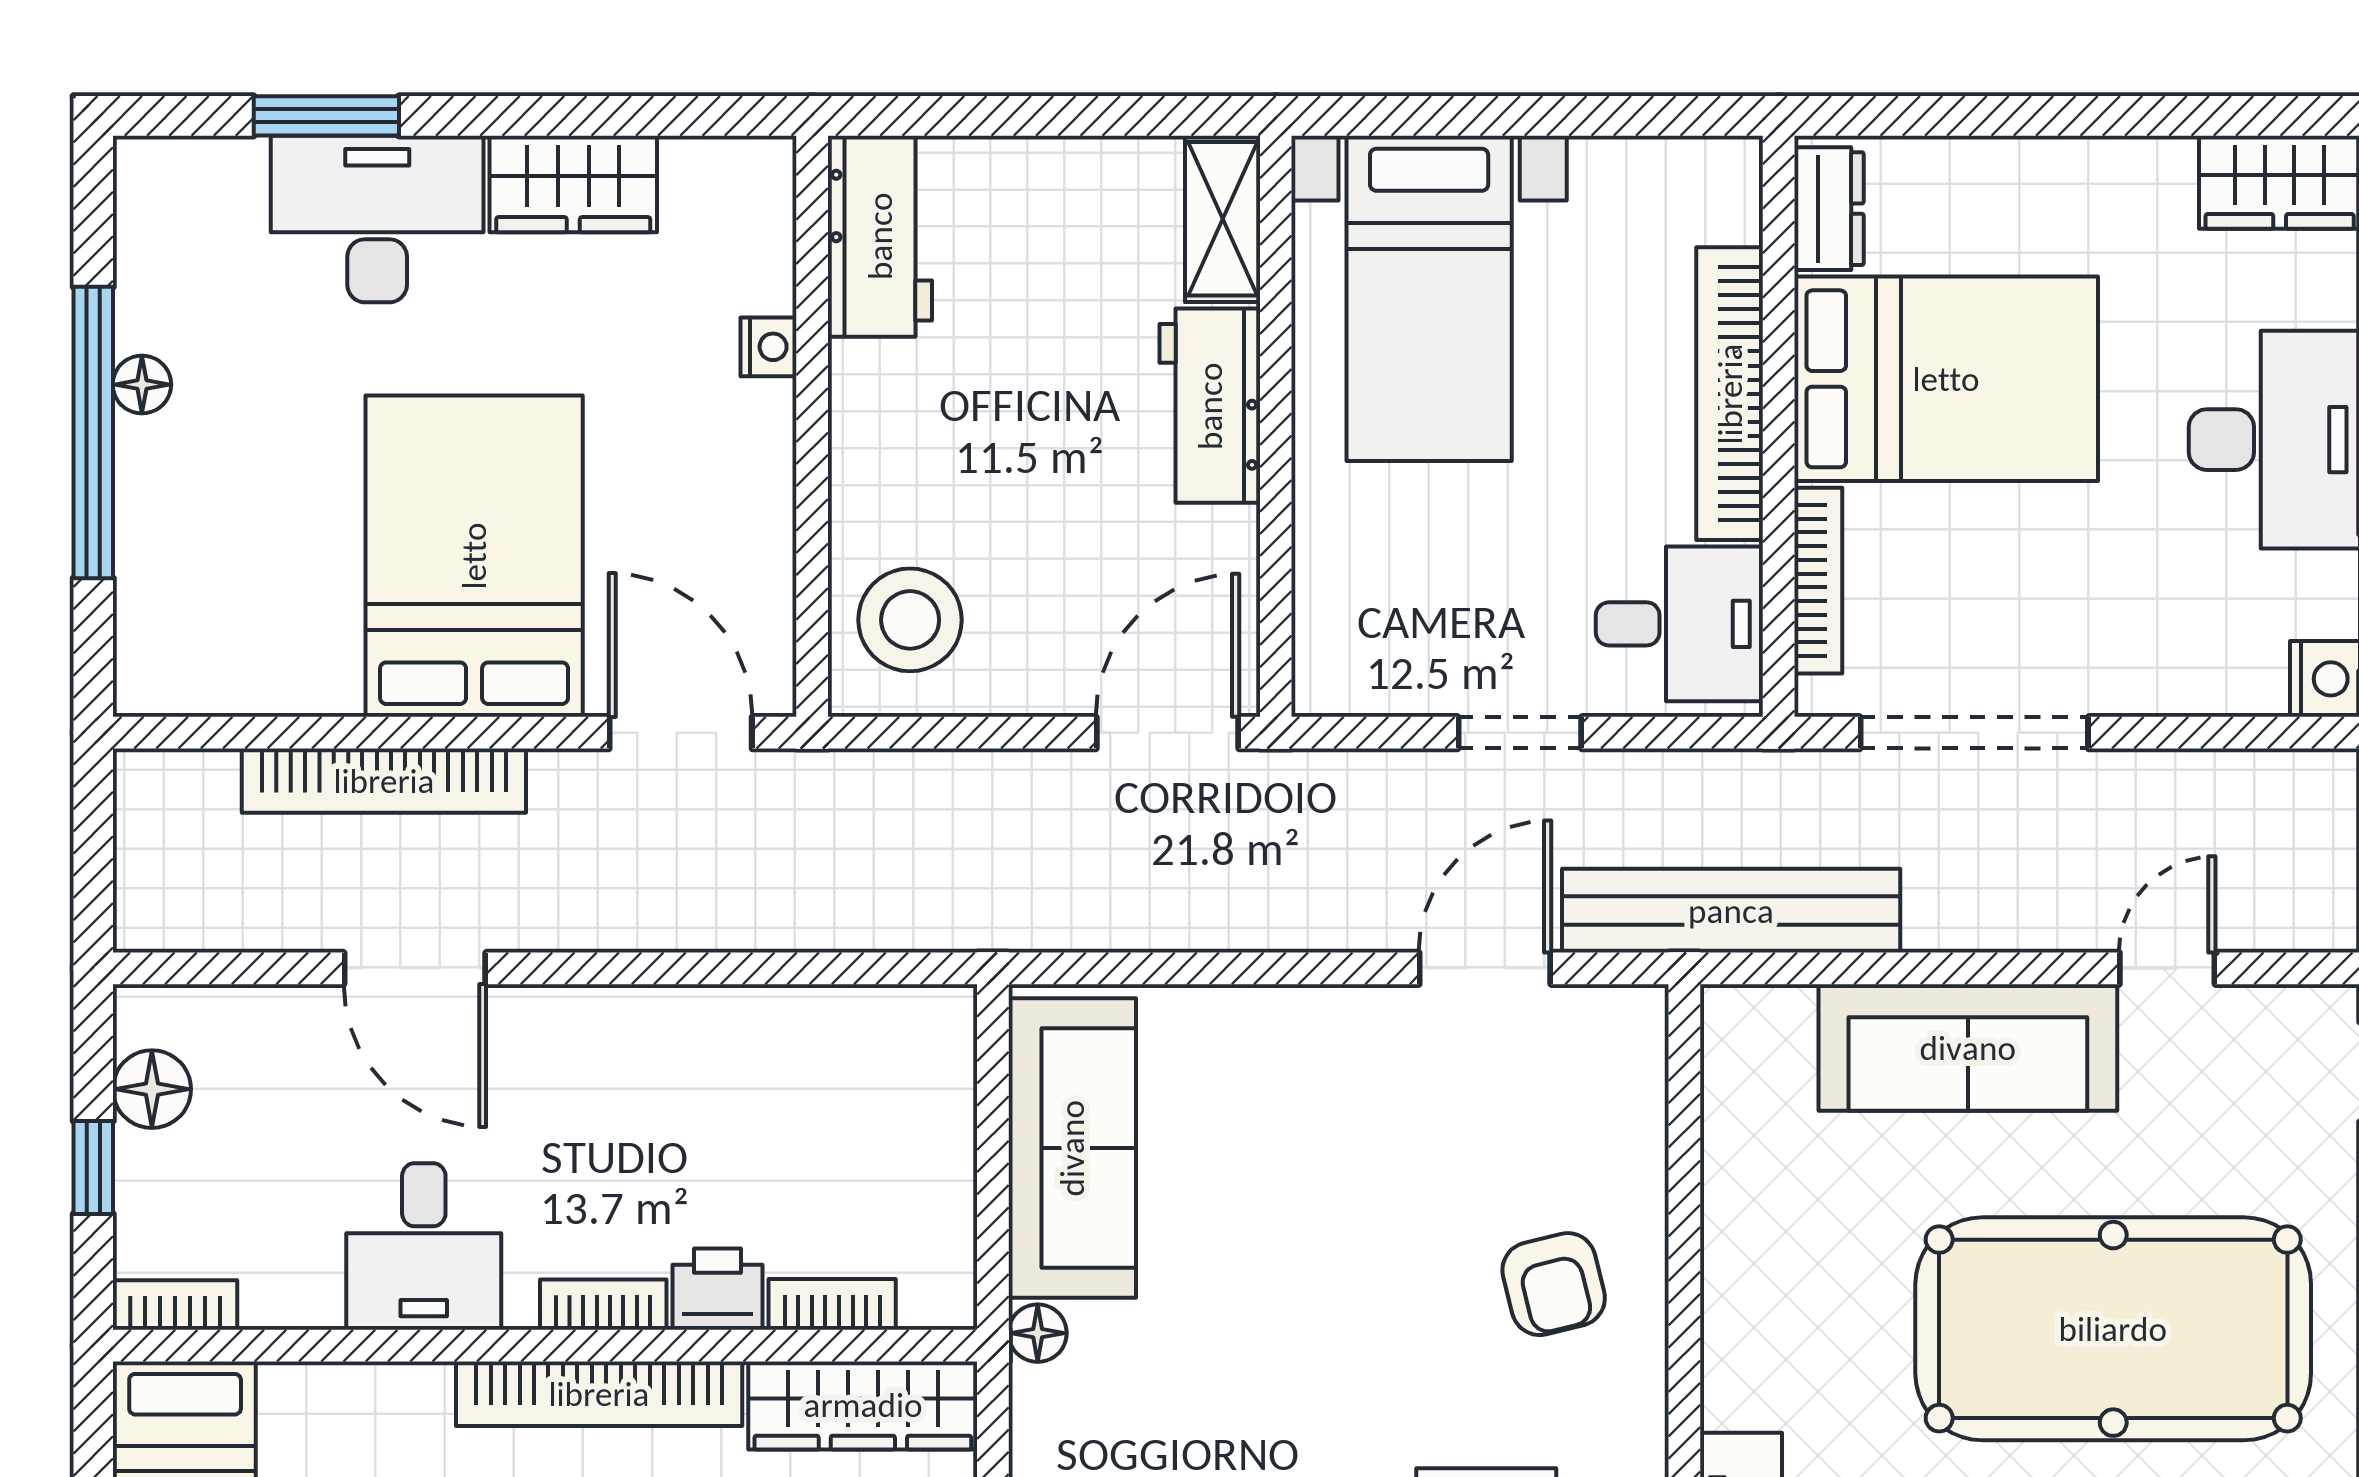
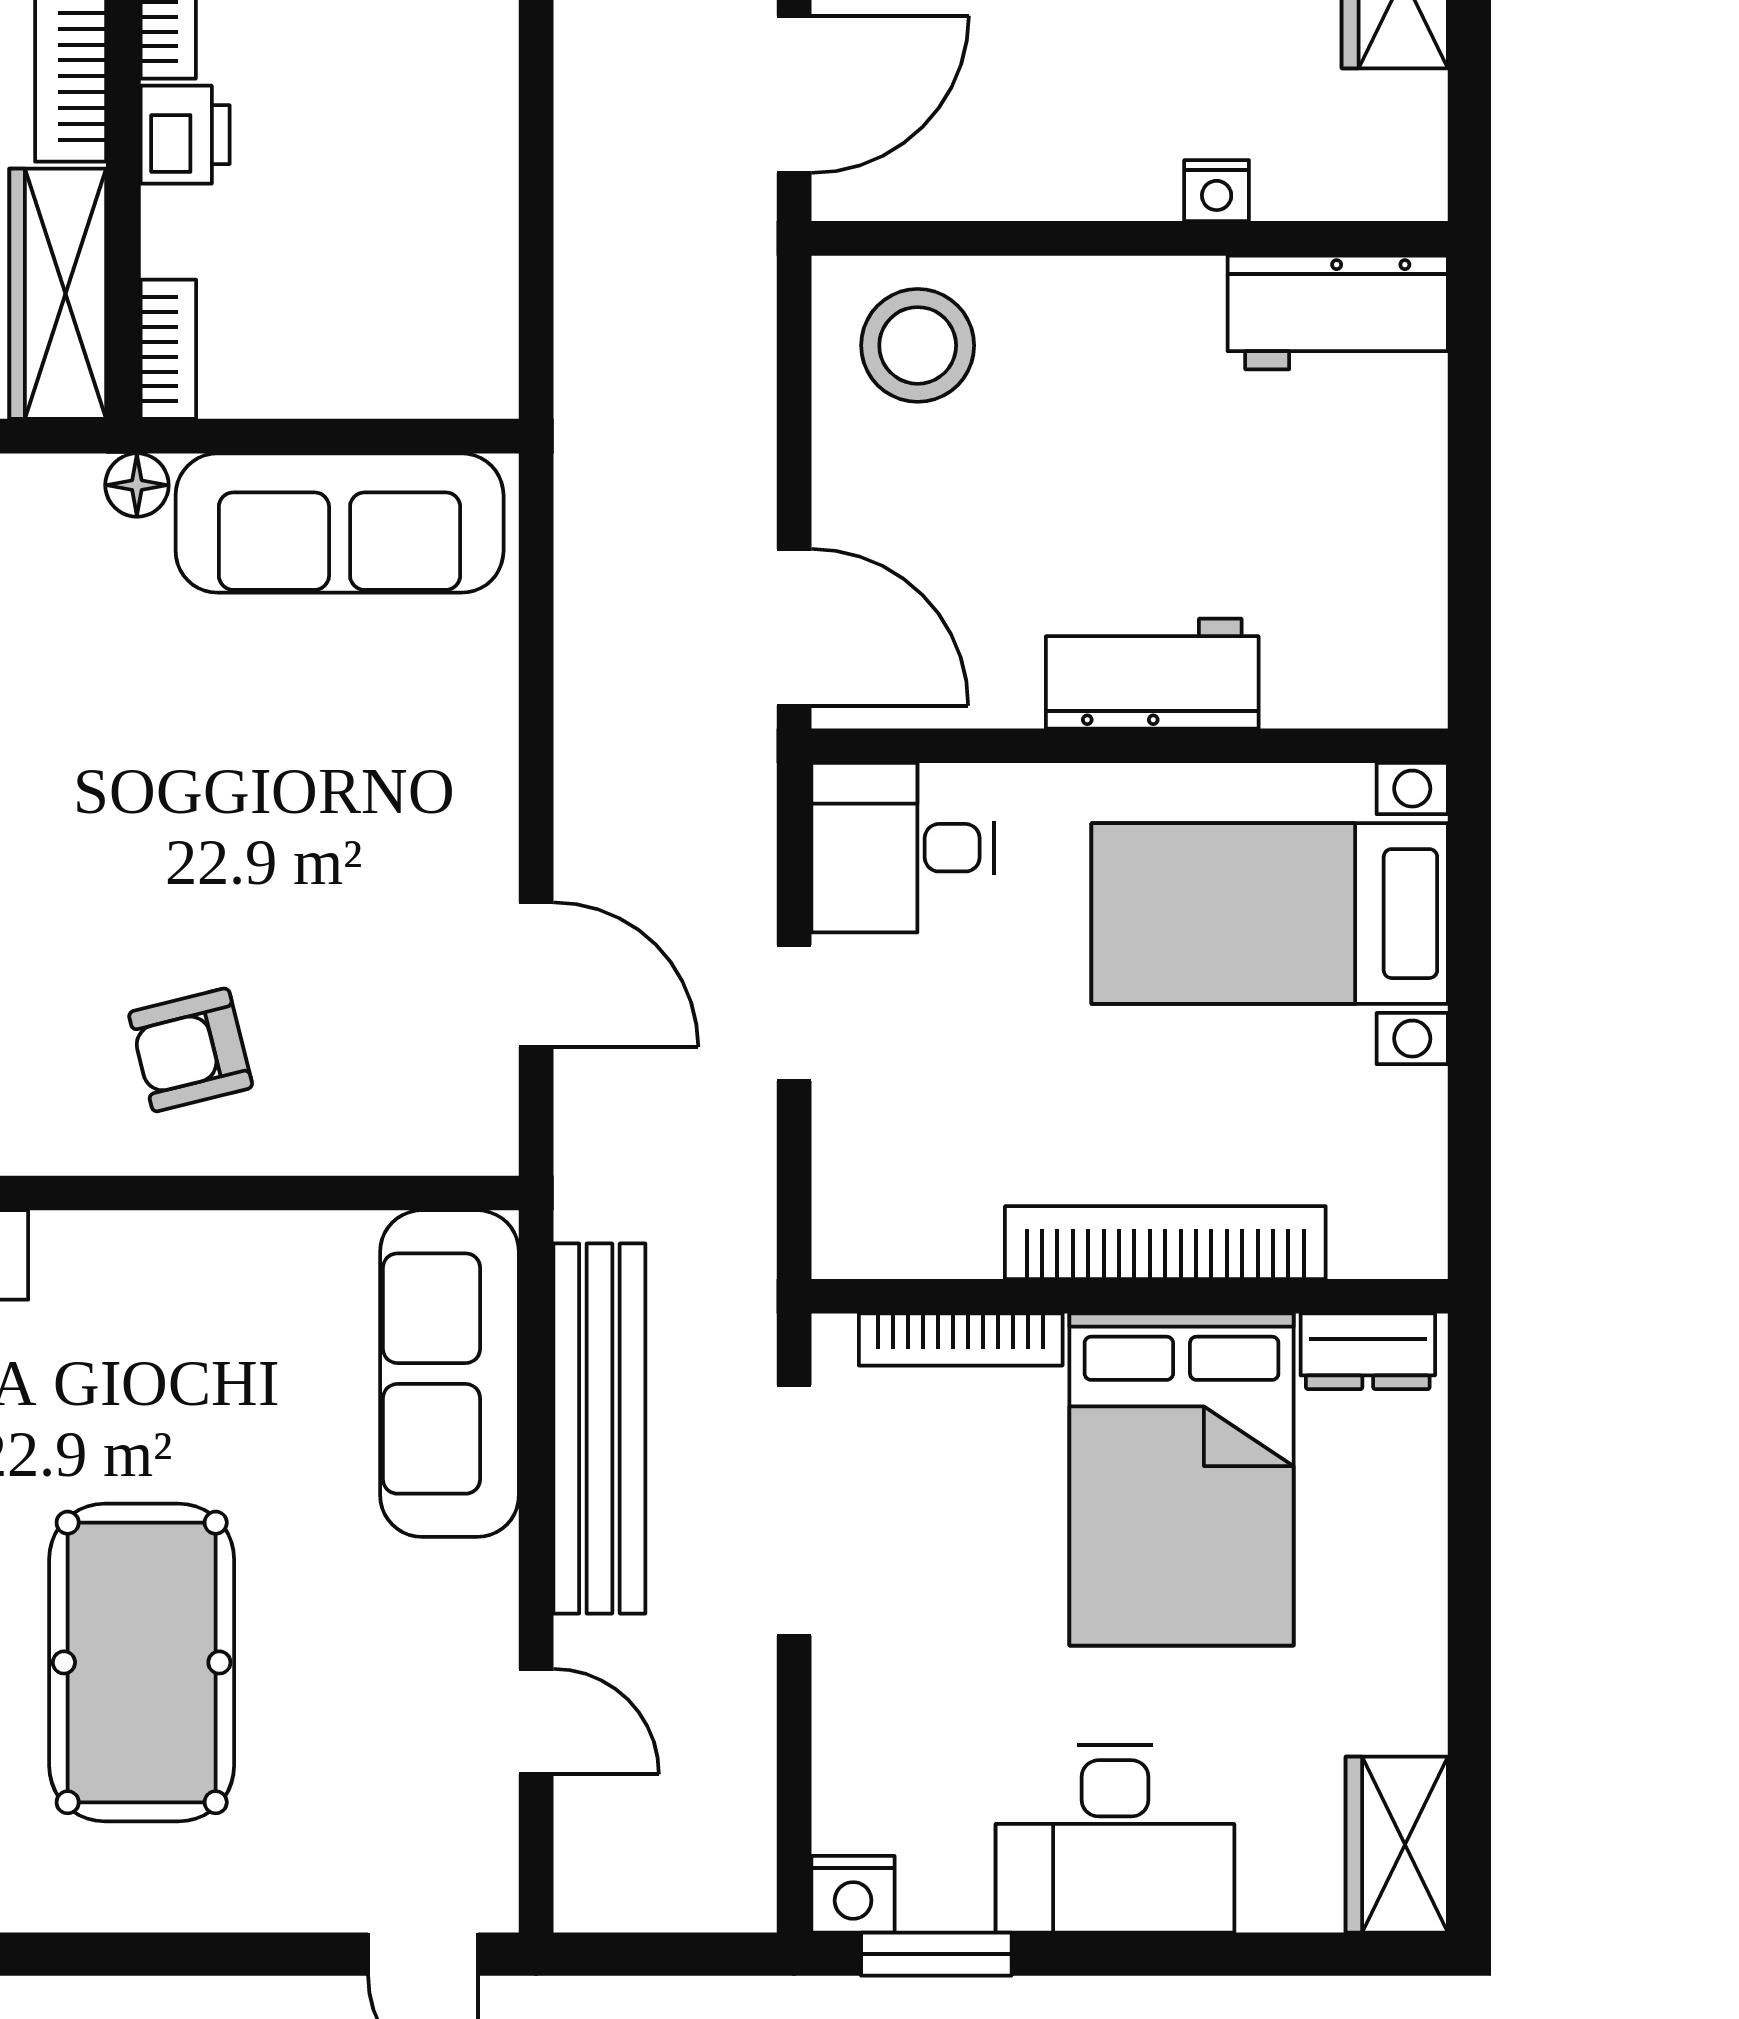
shelving: (1223, 219) -> (1357, 688), removed
desk: (1679, 624) -> (903, 848), moved, turned 90
bench: (1731, 911) -> (599, 1429), moved
sofa: (1968, 1048) -> (450, 1374), moved
bookcase: (832, 1304) -> (168, 349), moved
pool table: (2113, 1329) -> (142, 1662), width x0.73, depth x0.76

